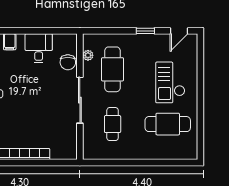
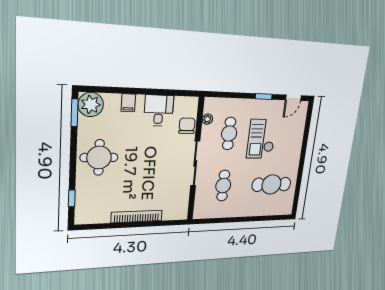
chair: (68, 62) -> (187, 126), turned 180
cafe table: (113, 69) -> (229, 134), width x0.73, depth x0.74
checkout: (170, 82) -> (261, 139), moved

